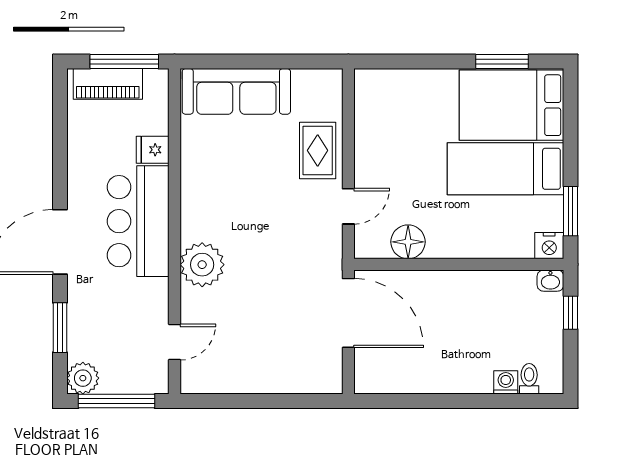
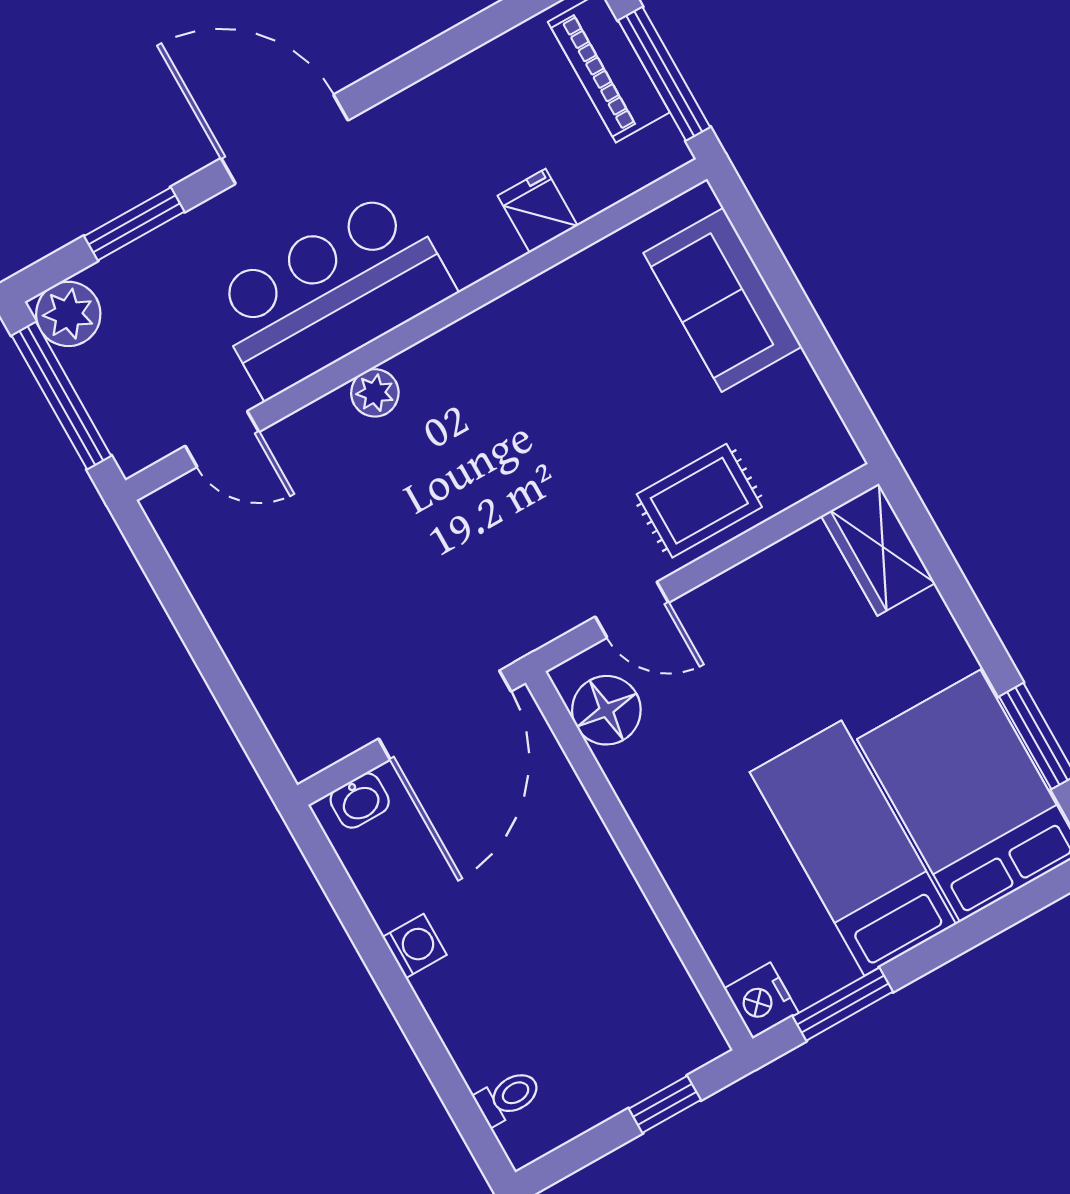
wardrobe: (382, 85) -> (878, 550), added
sofa: (236, 91) -> (723, 300), width x0.73
bar counter: (138, 221) -> (331, 293), moved
floor lamp: (408, 242) -> (606, 710), moved
plant: (202, 265) -> (375, 393), width x0.53, depth x0.53
washbasin: (550, 281) -> (360, 801), moved, turned -90
washing machine: (506, 382) -> (415, 946), moved

